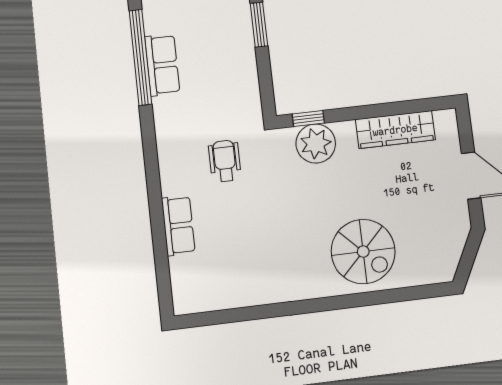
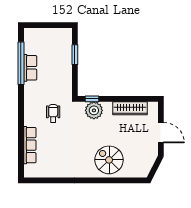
row of seats: (178, 225) -> (30, 145), width x1.48
spiral stairs: (363, 252) -> (109, 160), turned 180

